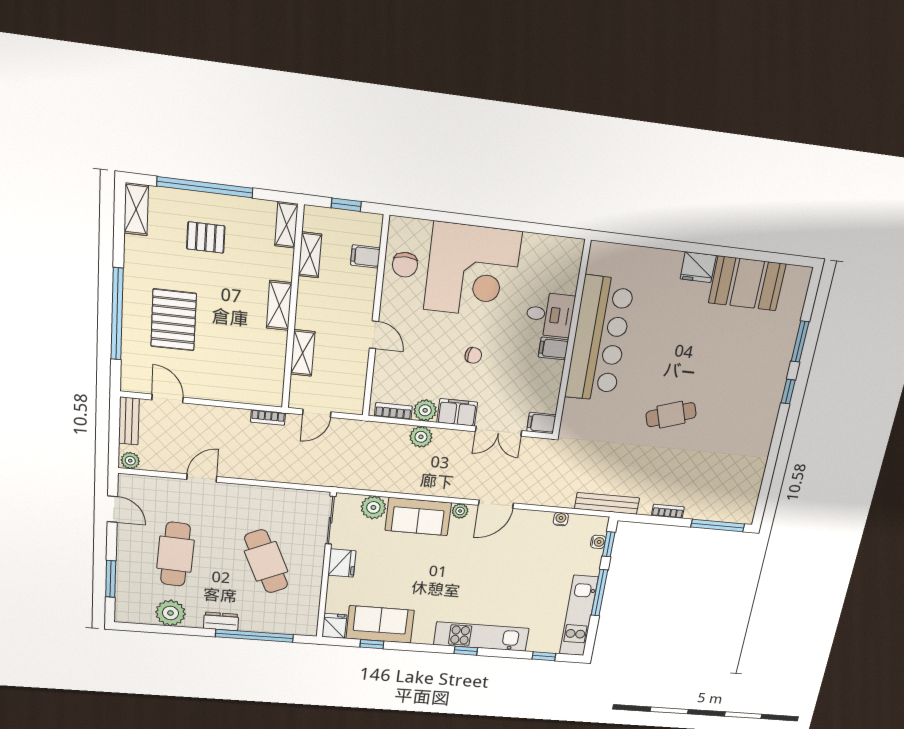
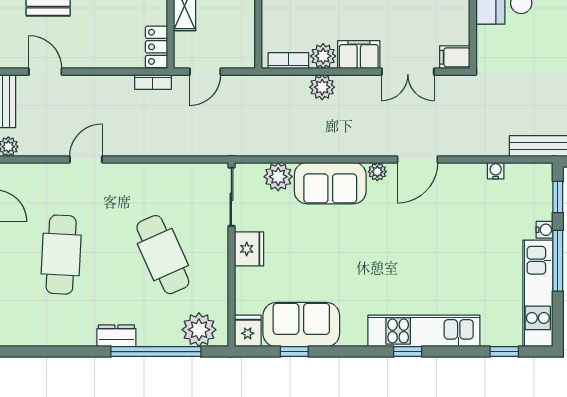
locker: (274, 387) -> (157, 47), added
water cooler: (598, 542) -> (545, 230), moved
plant: (170, 613) -> (199, 330), moved

